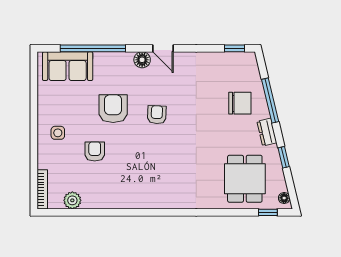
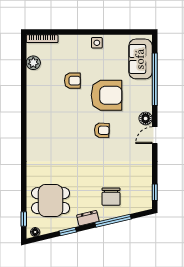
armchair: (113, 109) -> (107, 95), width x1.36, depth x1.36
side table: (58, 133) -> (97, 43), moved

